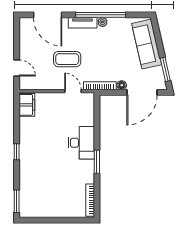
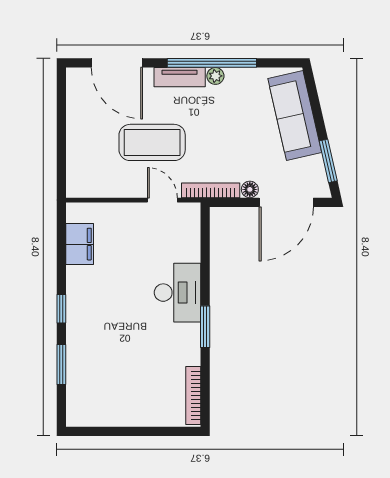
coffee table: (67, 59) -> (152, 142), width x1.36, depth x1.32
door: (17, 68) -> (61, 158), removed
filing cabinet: (27, 105) -> (80, 244), moved
window: (17, 201) -> (61, 365), moved

